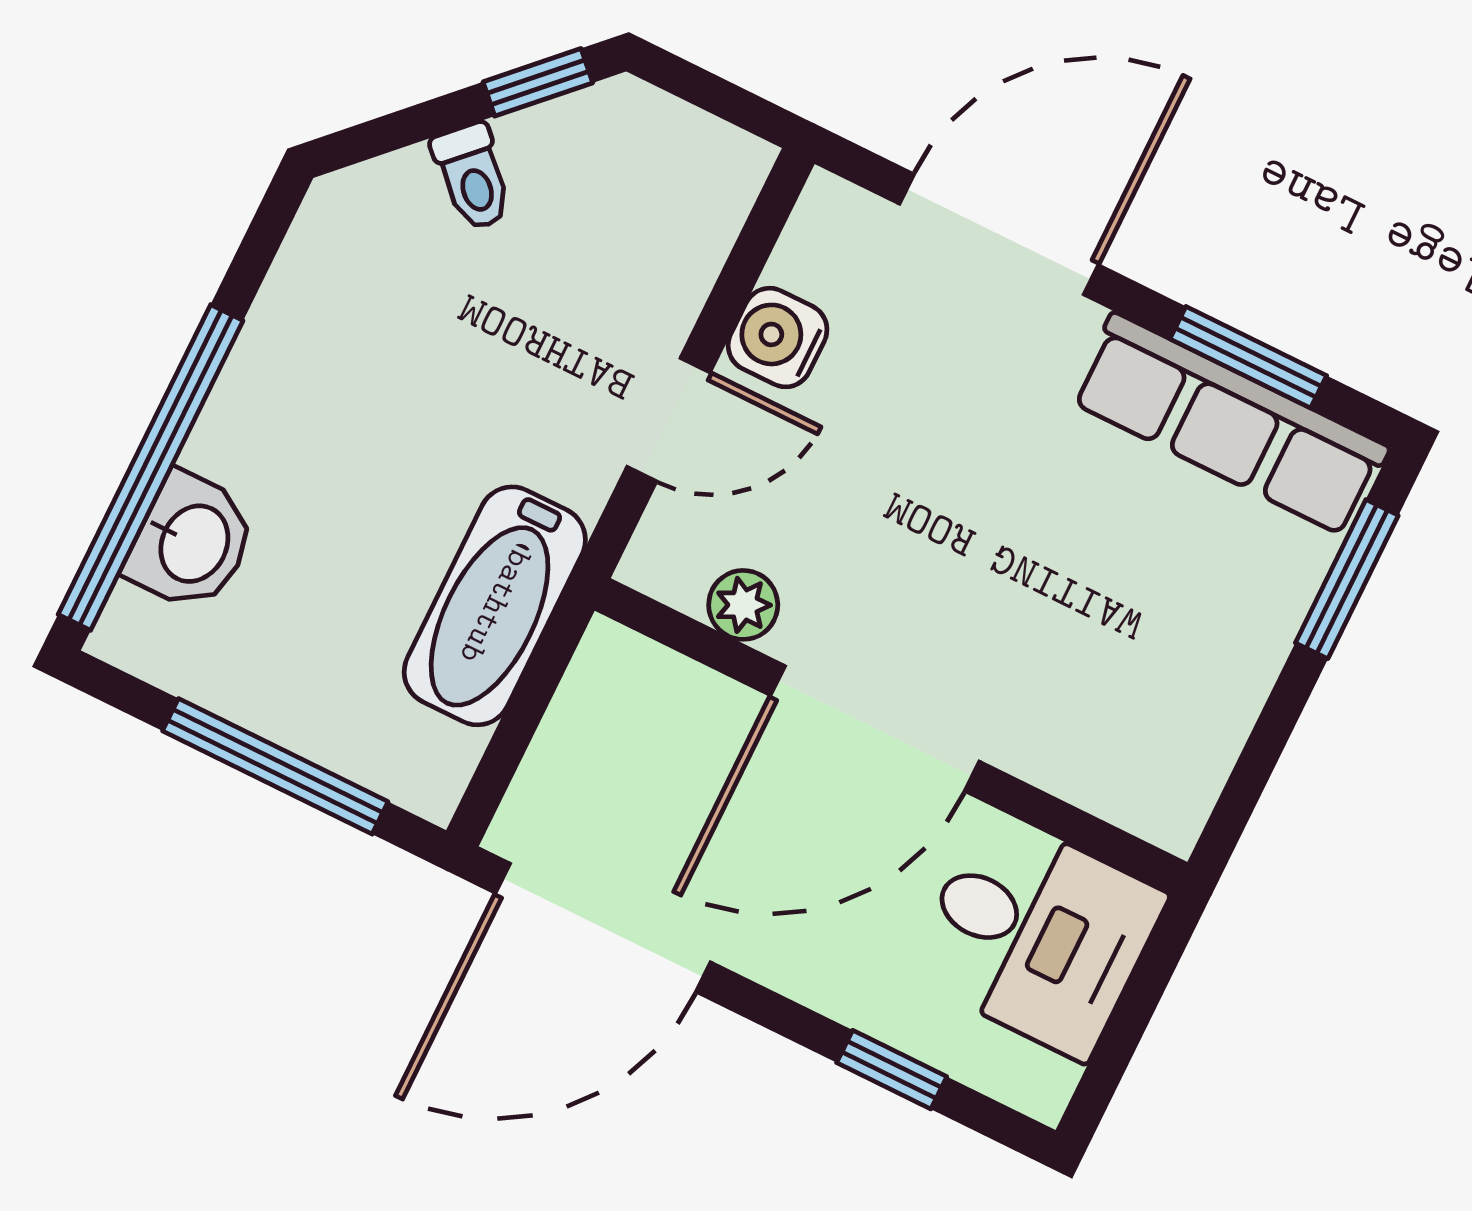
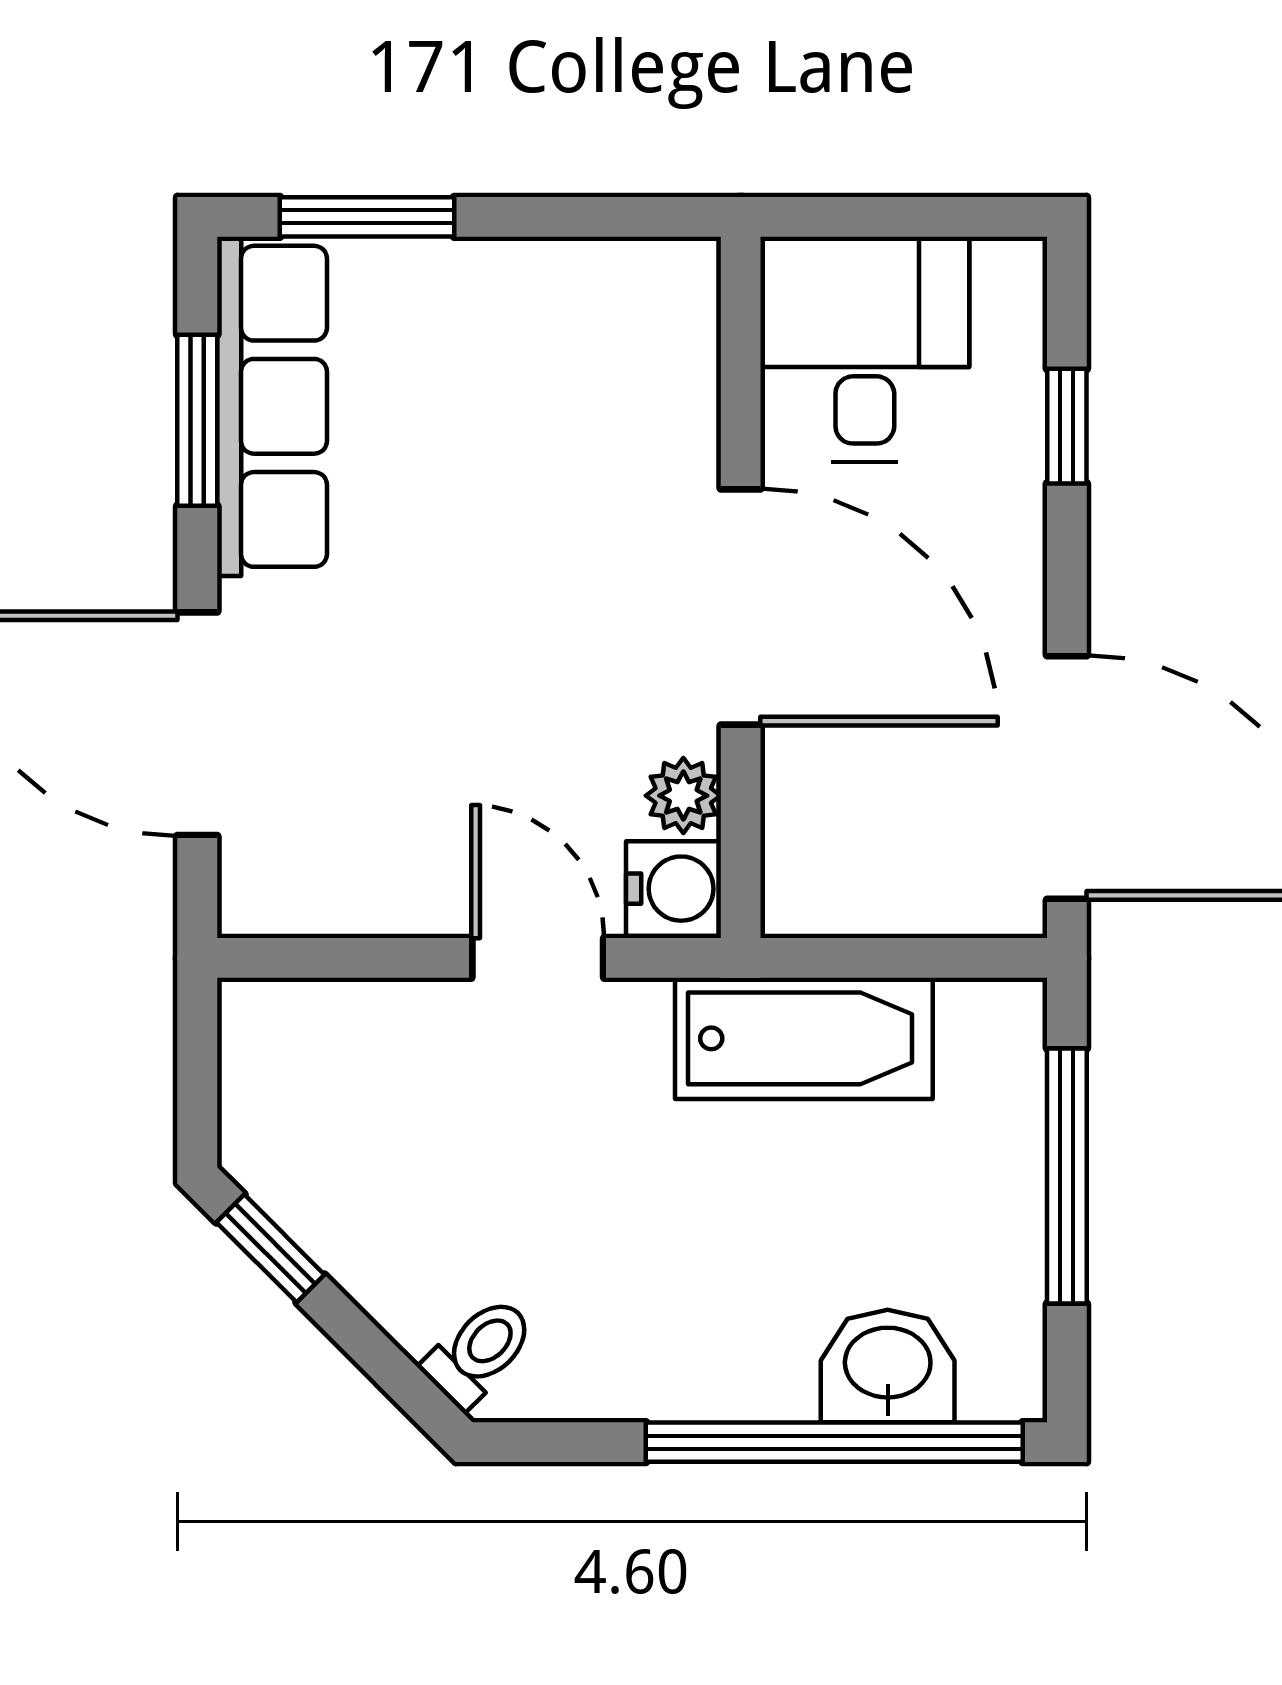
toilet: (473, 177) -> (479, 1352), moved
water cooler: (778, 338) -> (674, 889), moved, turned -90

